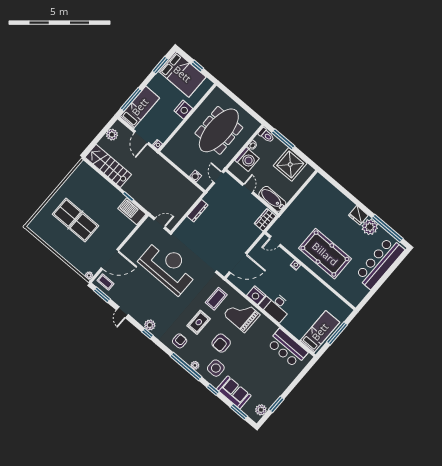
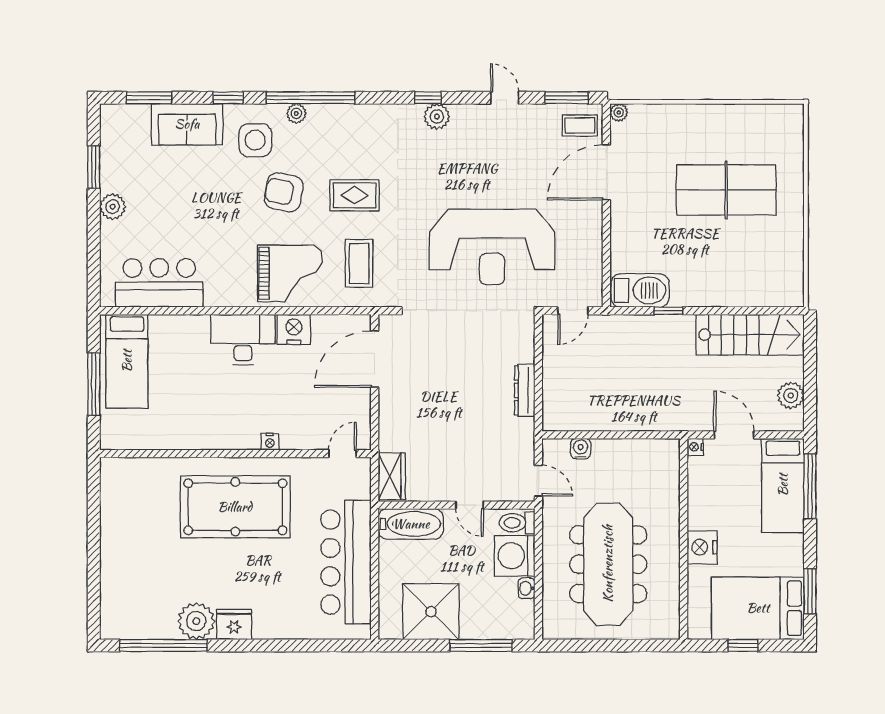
toilet: (266, 135) -> (517, 523), moved
bar counter: (380, 263) -> (346, 562), moved, turned 180
rug: (199, 322) -> (355, 195), turned 90
armchair: (180, 341) -> (360, 133), removed
armchair: (221, 343) -> (284, 192), turned -78
plant: (261, 410) -> (113, 207), moved

